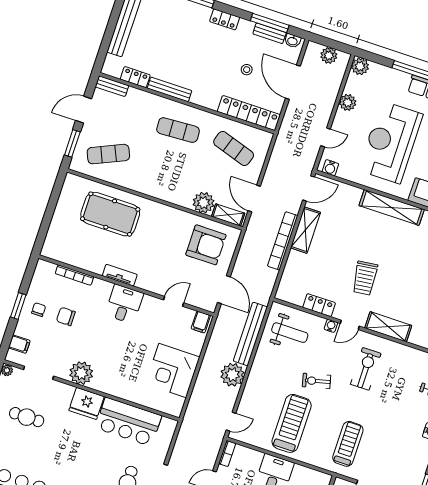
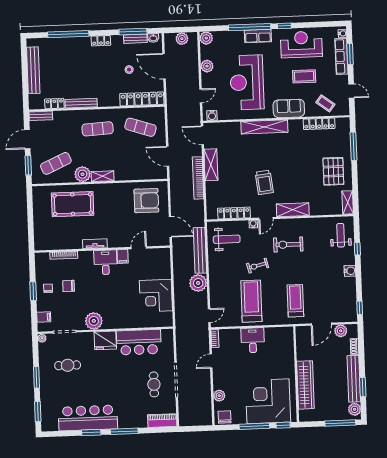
door: (309, 188) -> (202, 135), swing flipped
plant: (204, 203) -> (82, 174), moved
shelving: (228, 215) -> (103, 176), moved
locker: (319, 305) -> (234, 213), width x1.53
filing cabinet: (201, 322) -> (123, 256), moved
exercise bike: (366, 369) -> (288, 245), turned -90

